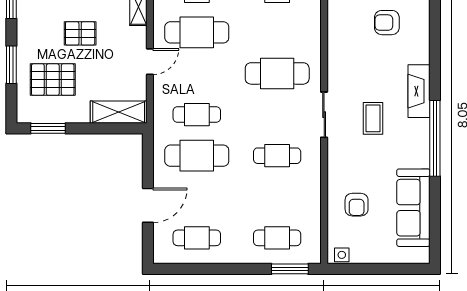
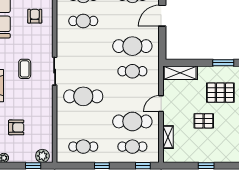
cafe table: (277, 156) -> (83, 21), moved

